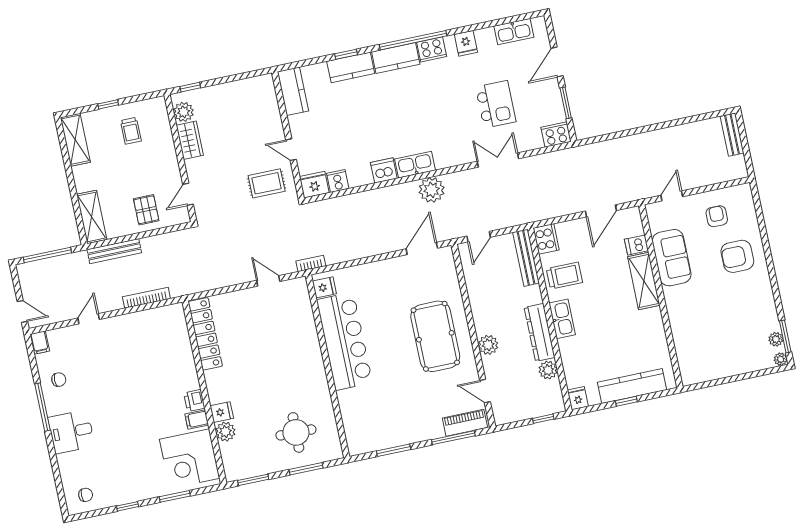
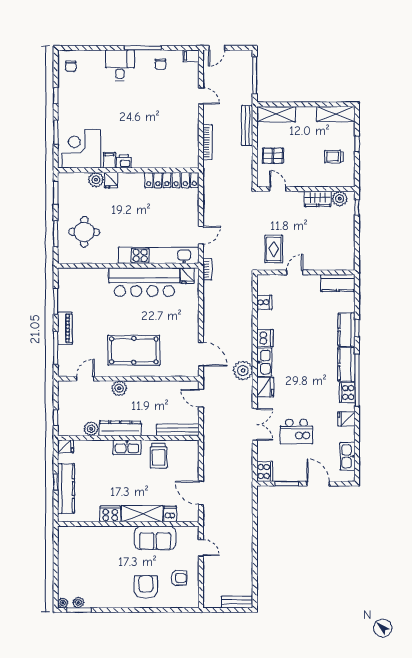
fridge: (314, 185) -> (265, 387), moved
cooker: (546, 239) -> (110, 514), moved, turned 180
kitchen unit: (306, 330) -> (159, 255), added
piano: (465, 423) -> (65, 328), moved

